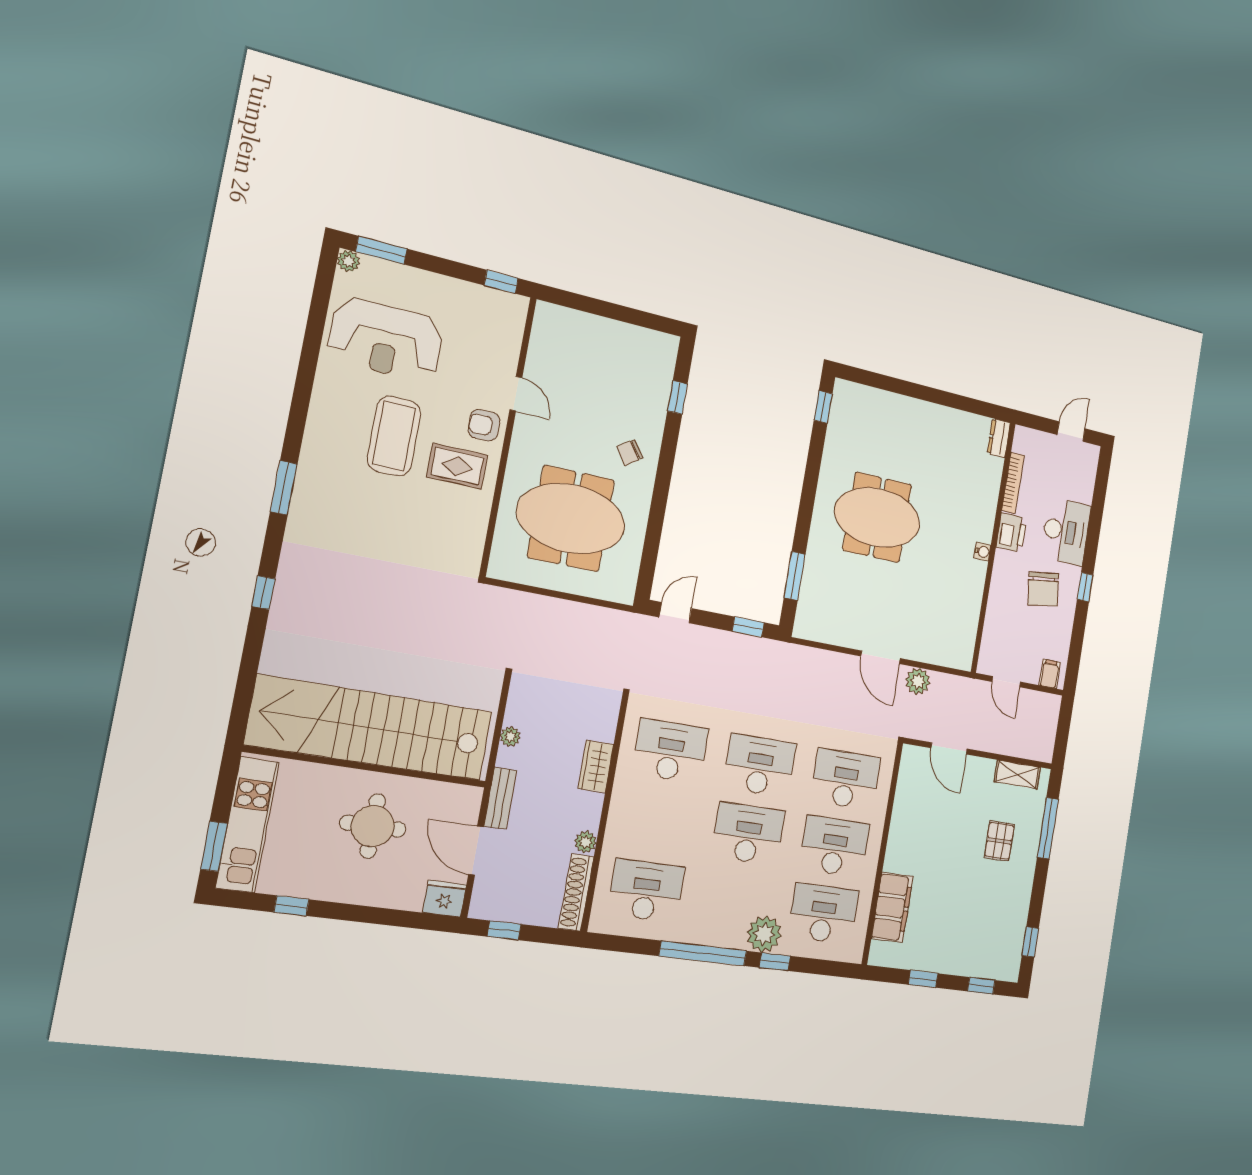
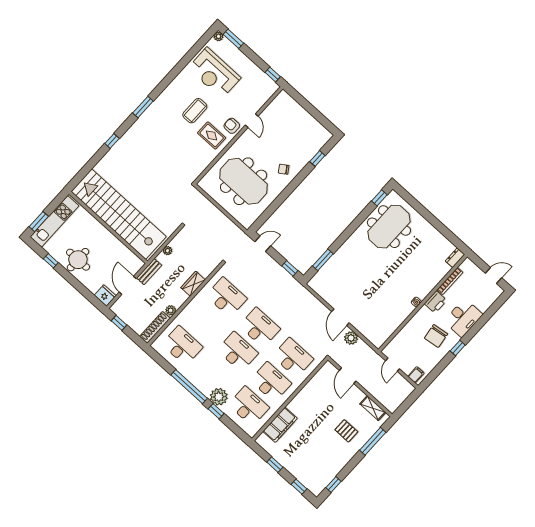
coffee table: (394, 436) -> (195, 111), width x0.73, depth x0.76
meeting table: (877, 517) -> (389, 227), moved, turned 90
round table: (373, 826) -> (78, 260), moved
pallet: (999, 841) -> (346, 431), turned 90

